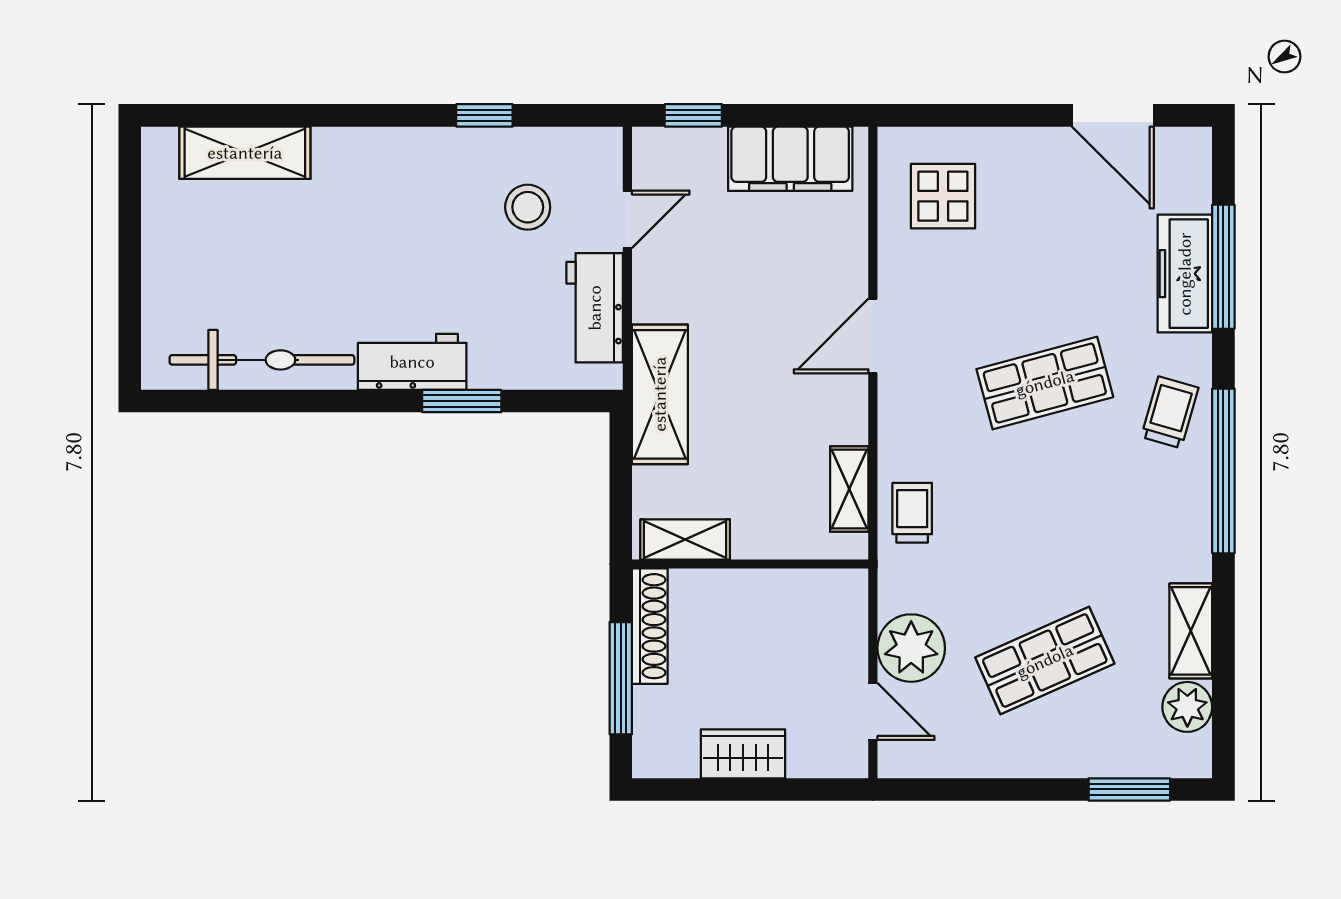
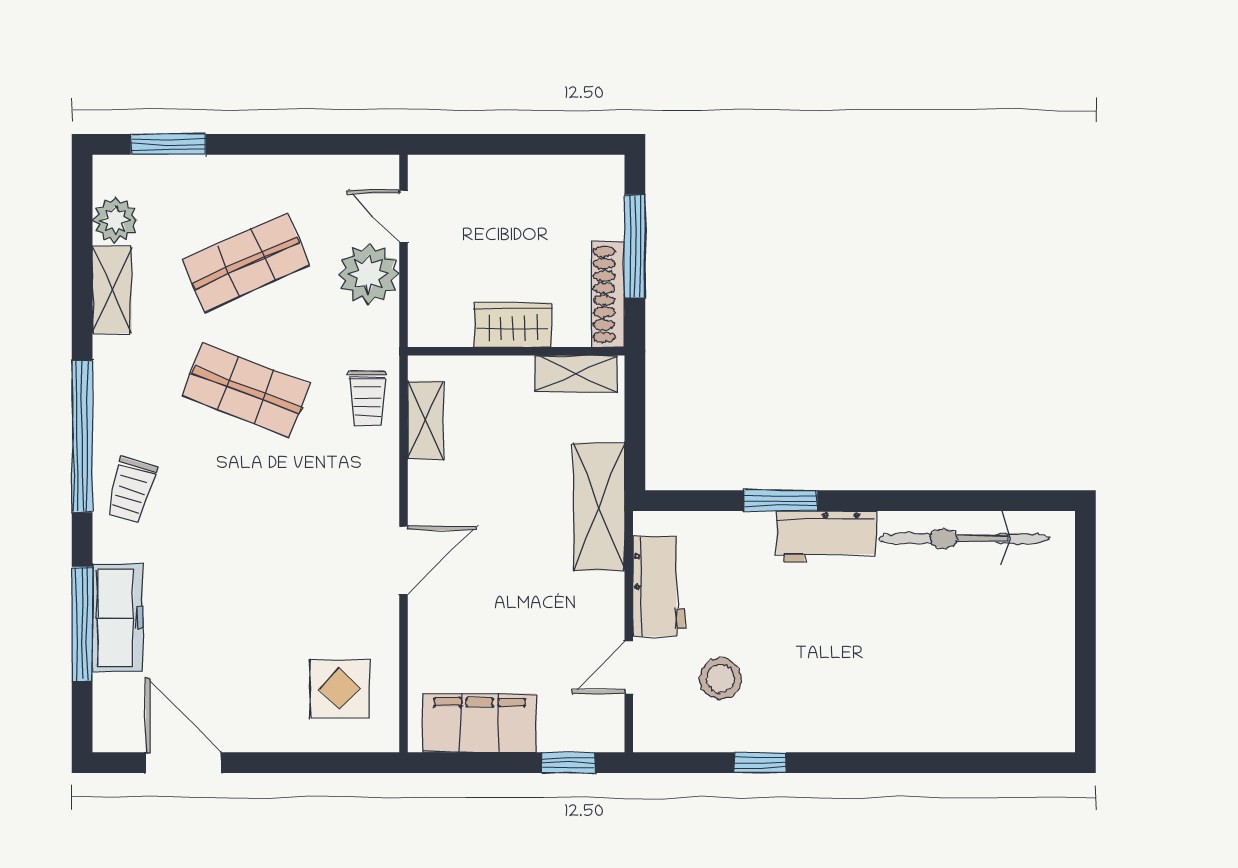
shelving: (245, 153) -> (980, 728), removed
shop shelf: (1045, 383) -> (246, 390), moved, turned 36
wardrobe: (743, 754) -> (513, 325), moved, turned 180

